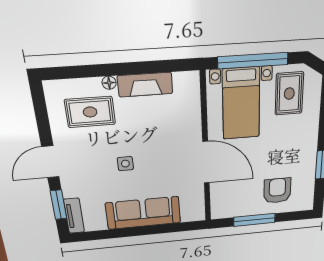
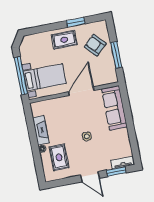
rug: (289, 94) -> (64, 40), moved
armchair: (277, 191) -> (95, 45), turned 47
sofa: (143, 213) -> (114, 108), moved

